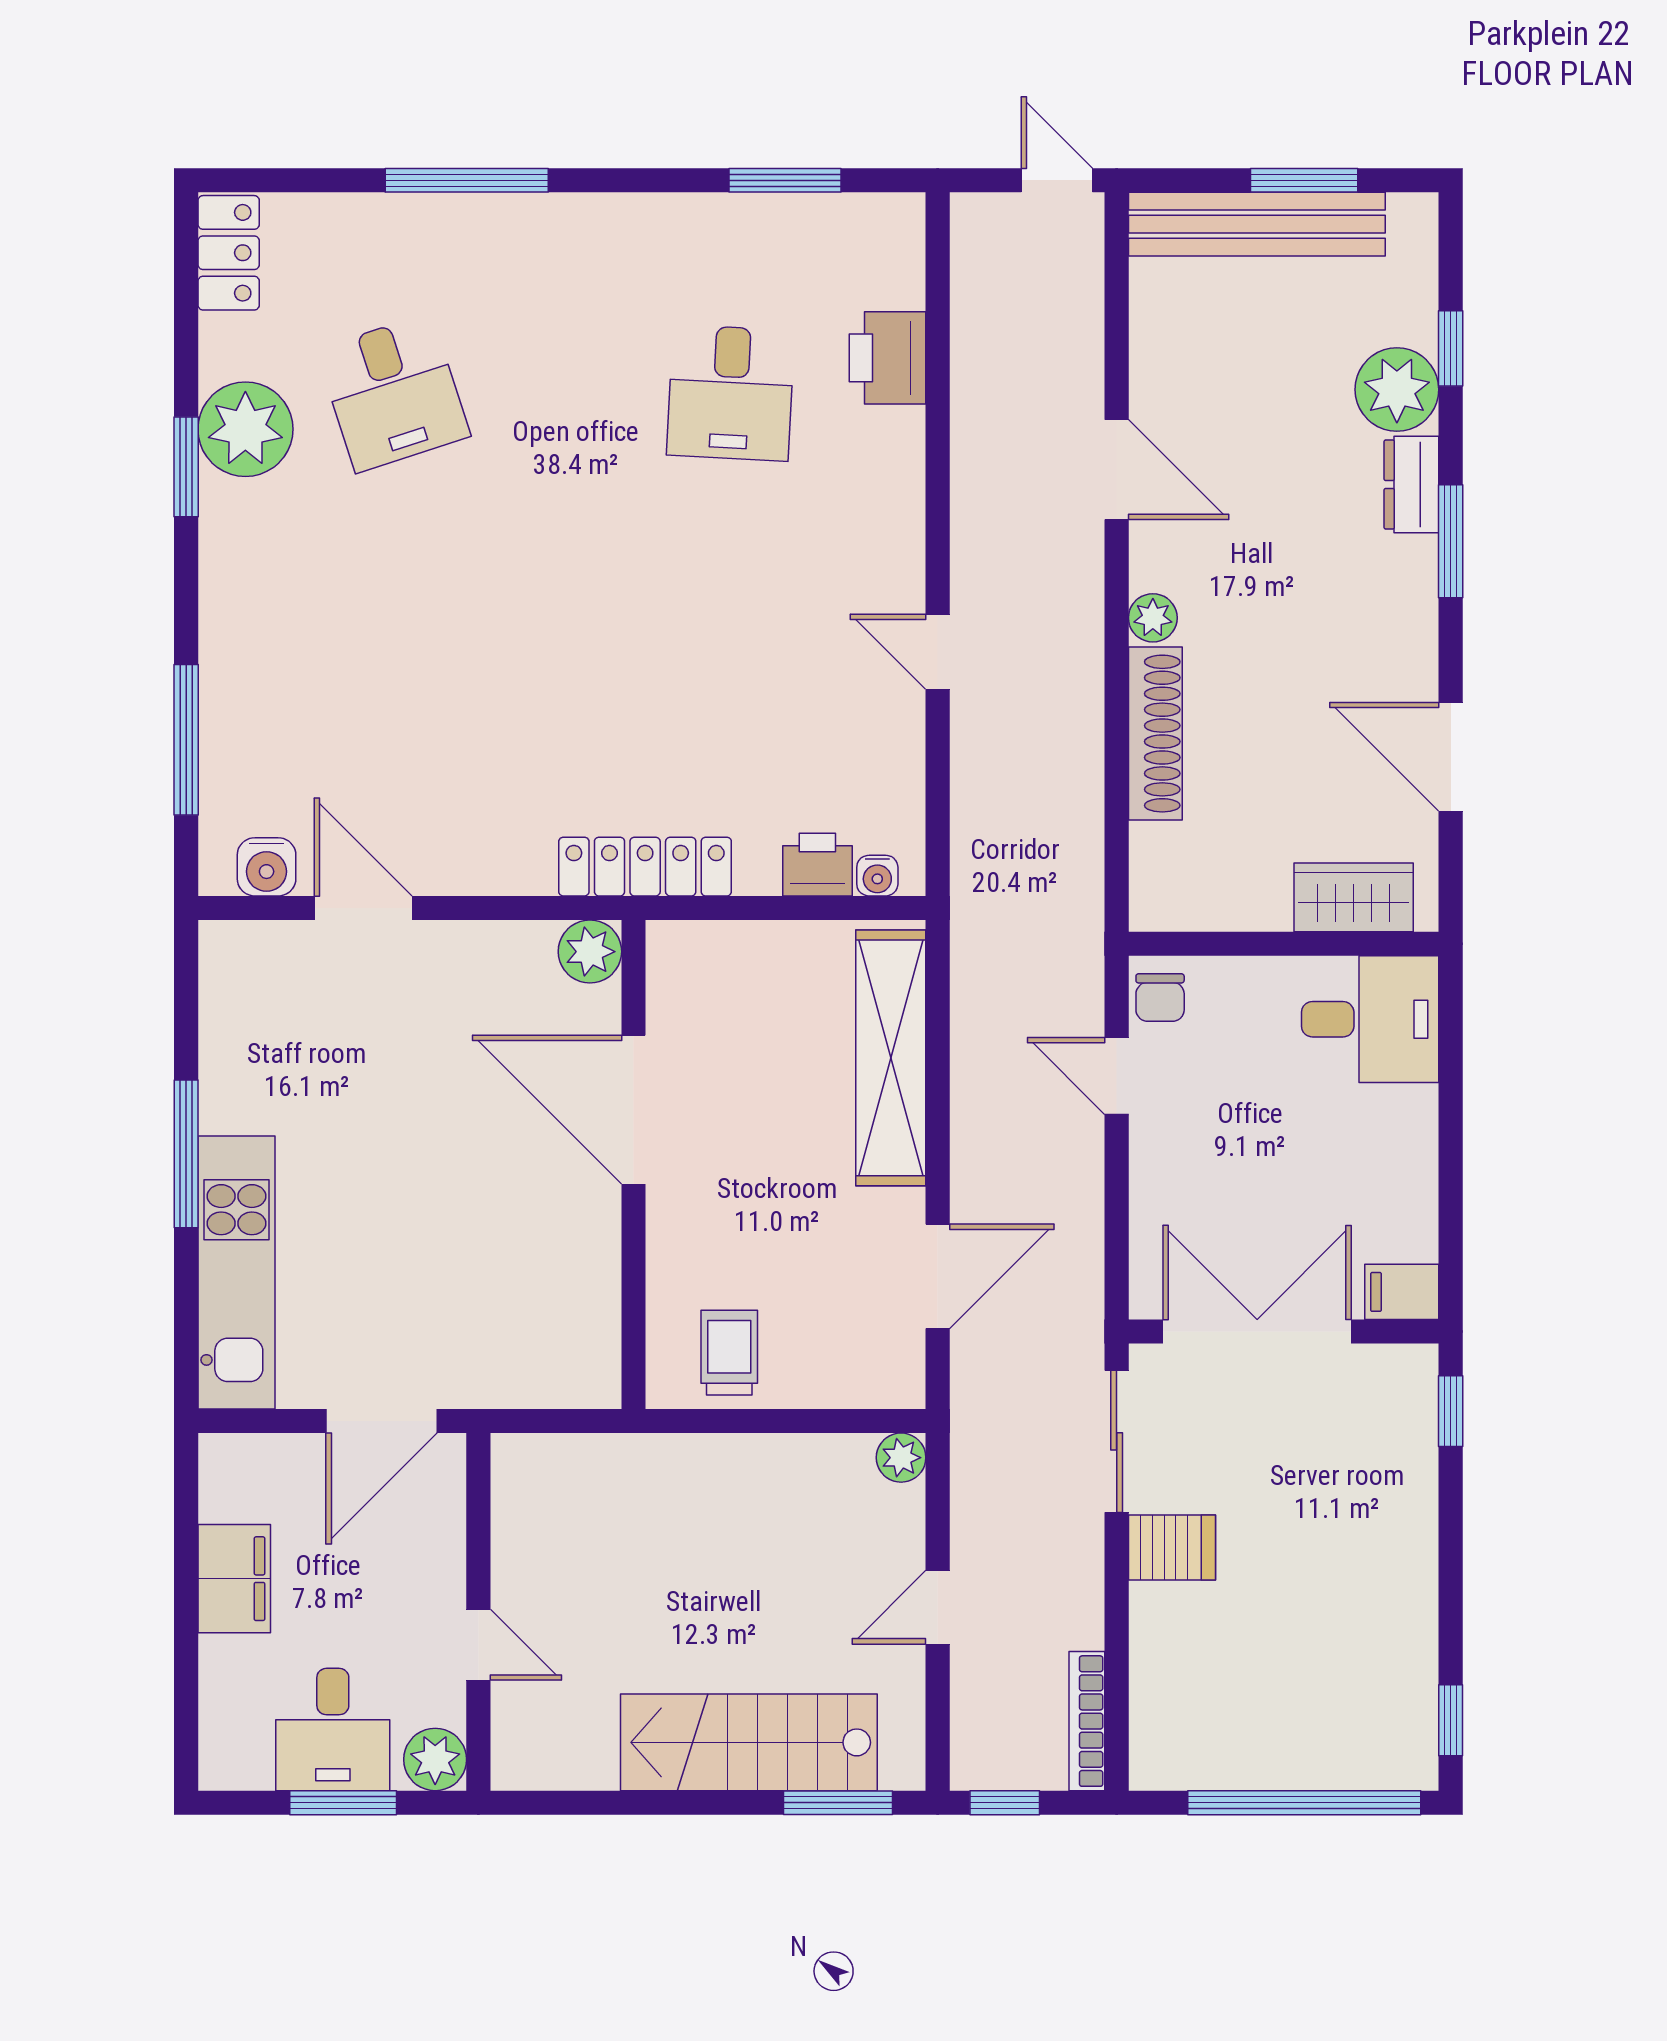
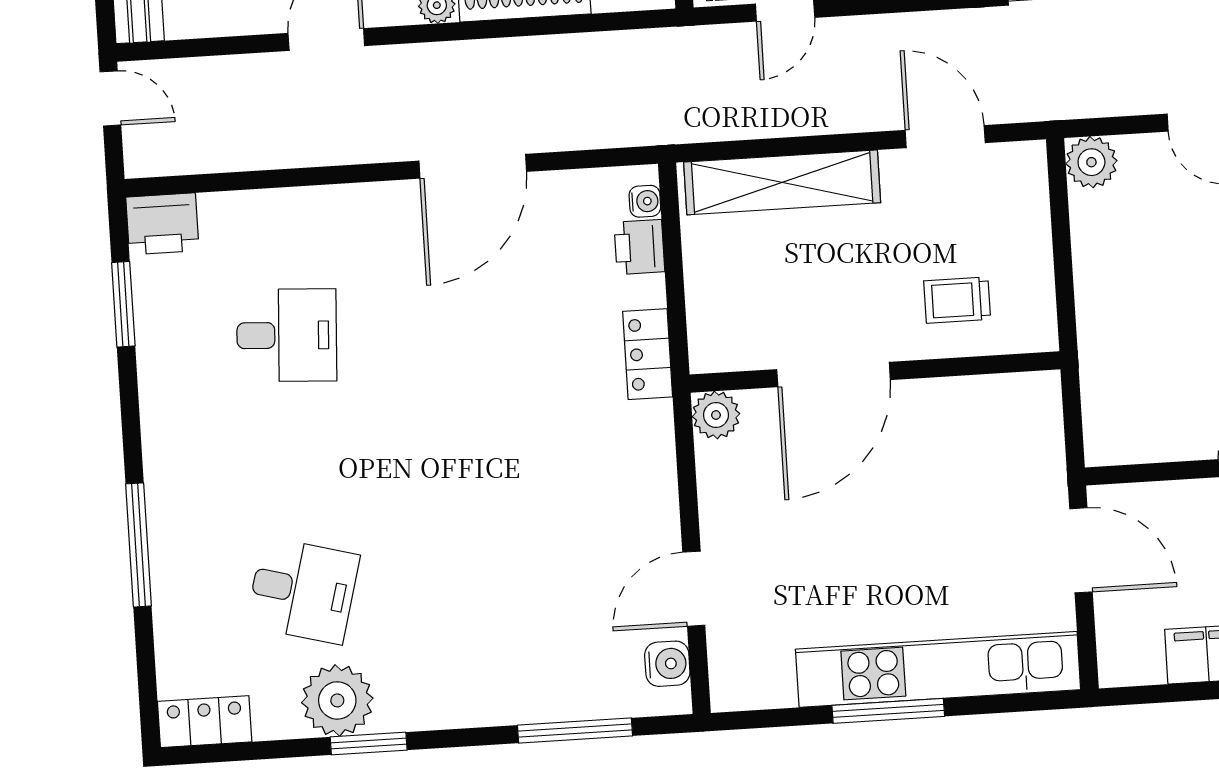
door: (1057, 180) -> (110, 98), swing flipped
printer: (888, 358) -> (162, 224), moved
desk: (393, 393) -> (303, 590), turned 33
door: (938, 652) -> (473, 166), width x1.87
locker: (645, 867) -> (648, 354), width x0.66
kitchen unit: (237, 1273) -> (938, 669), width x1.36
trolley: (729, 1353) -> (957, 300), moved
plant: (901, 1458) -> (1091, 162), width x1.38, depth x1.38

